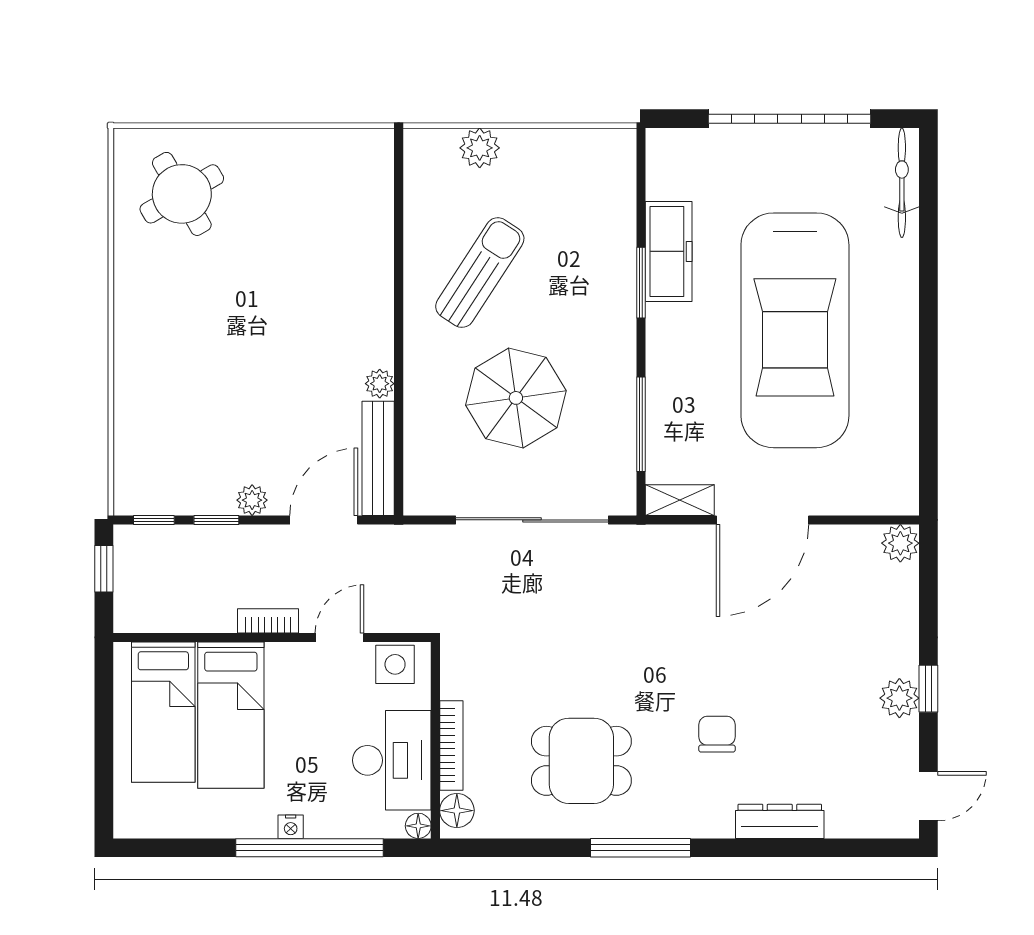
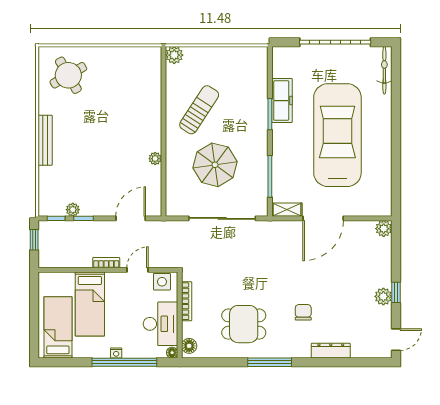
plant: (480, 148) -> (174, 55), moved
car: (795, 330) -> (337, 135), turned 180
bench: (378, 458) -> (45, 140), moved
plant: (252, 500) -> (73, 210), moved
bed: (163, 712) -> (58, 327), moved, turned 180
bookcase: (451, 745) -> (187, 301), moved

